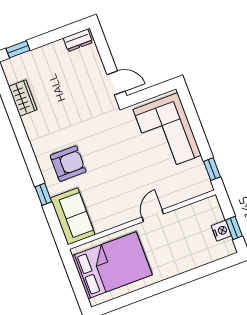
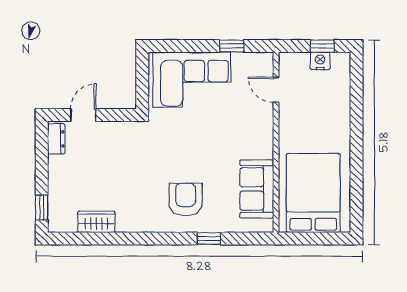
door: (116, 83) -> (83, 115), moved
window: (212, 169) -> (232, 46), moved
sofa: (73, 216) -> (257, 189), moved, turned -90
door: (153, 216) -> (276, 90), moved

